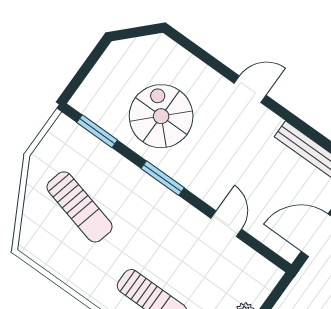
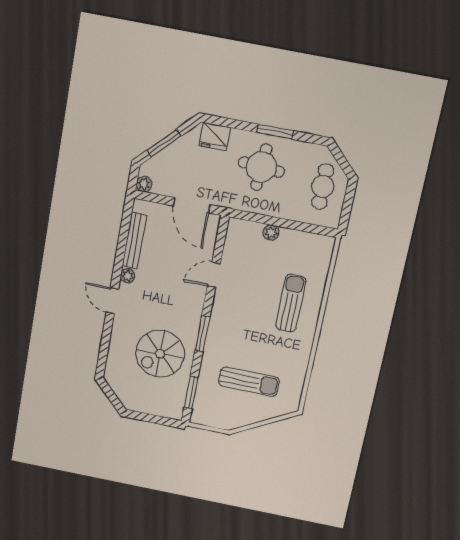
plant: (271, 122) -> (128, 276), added
sun lounger: (80, 207) -> (249, 382), turned 76

